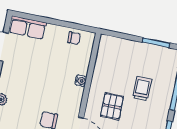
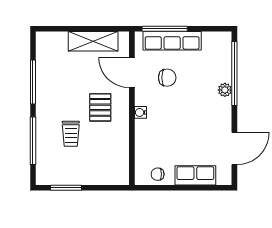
row of seats: (28, 27) -> (195, 175), moved
water cooler: (81, 81) -> (141, 112), moved

